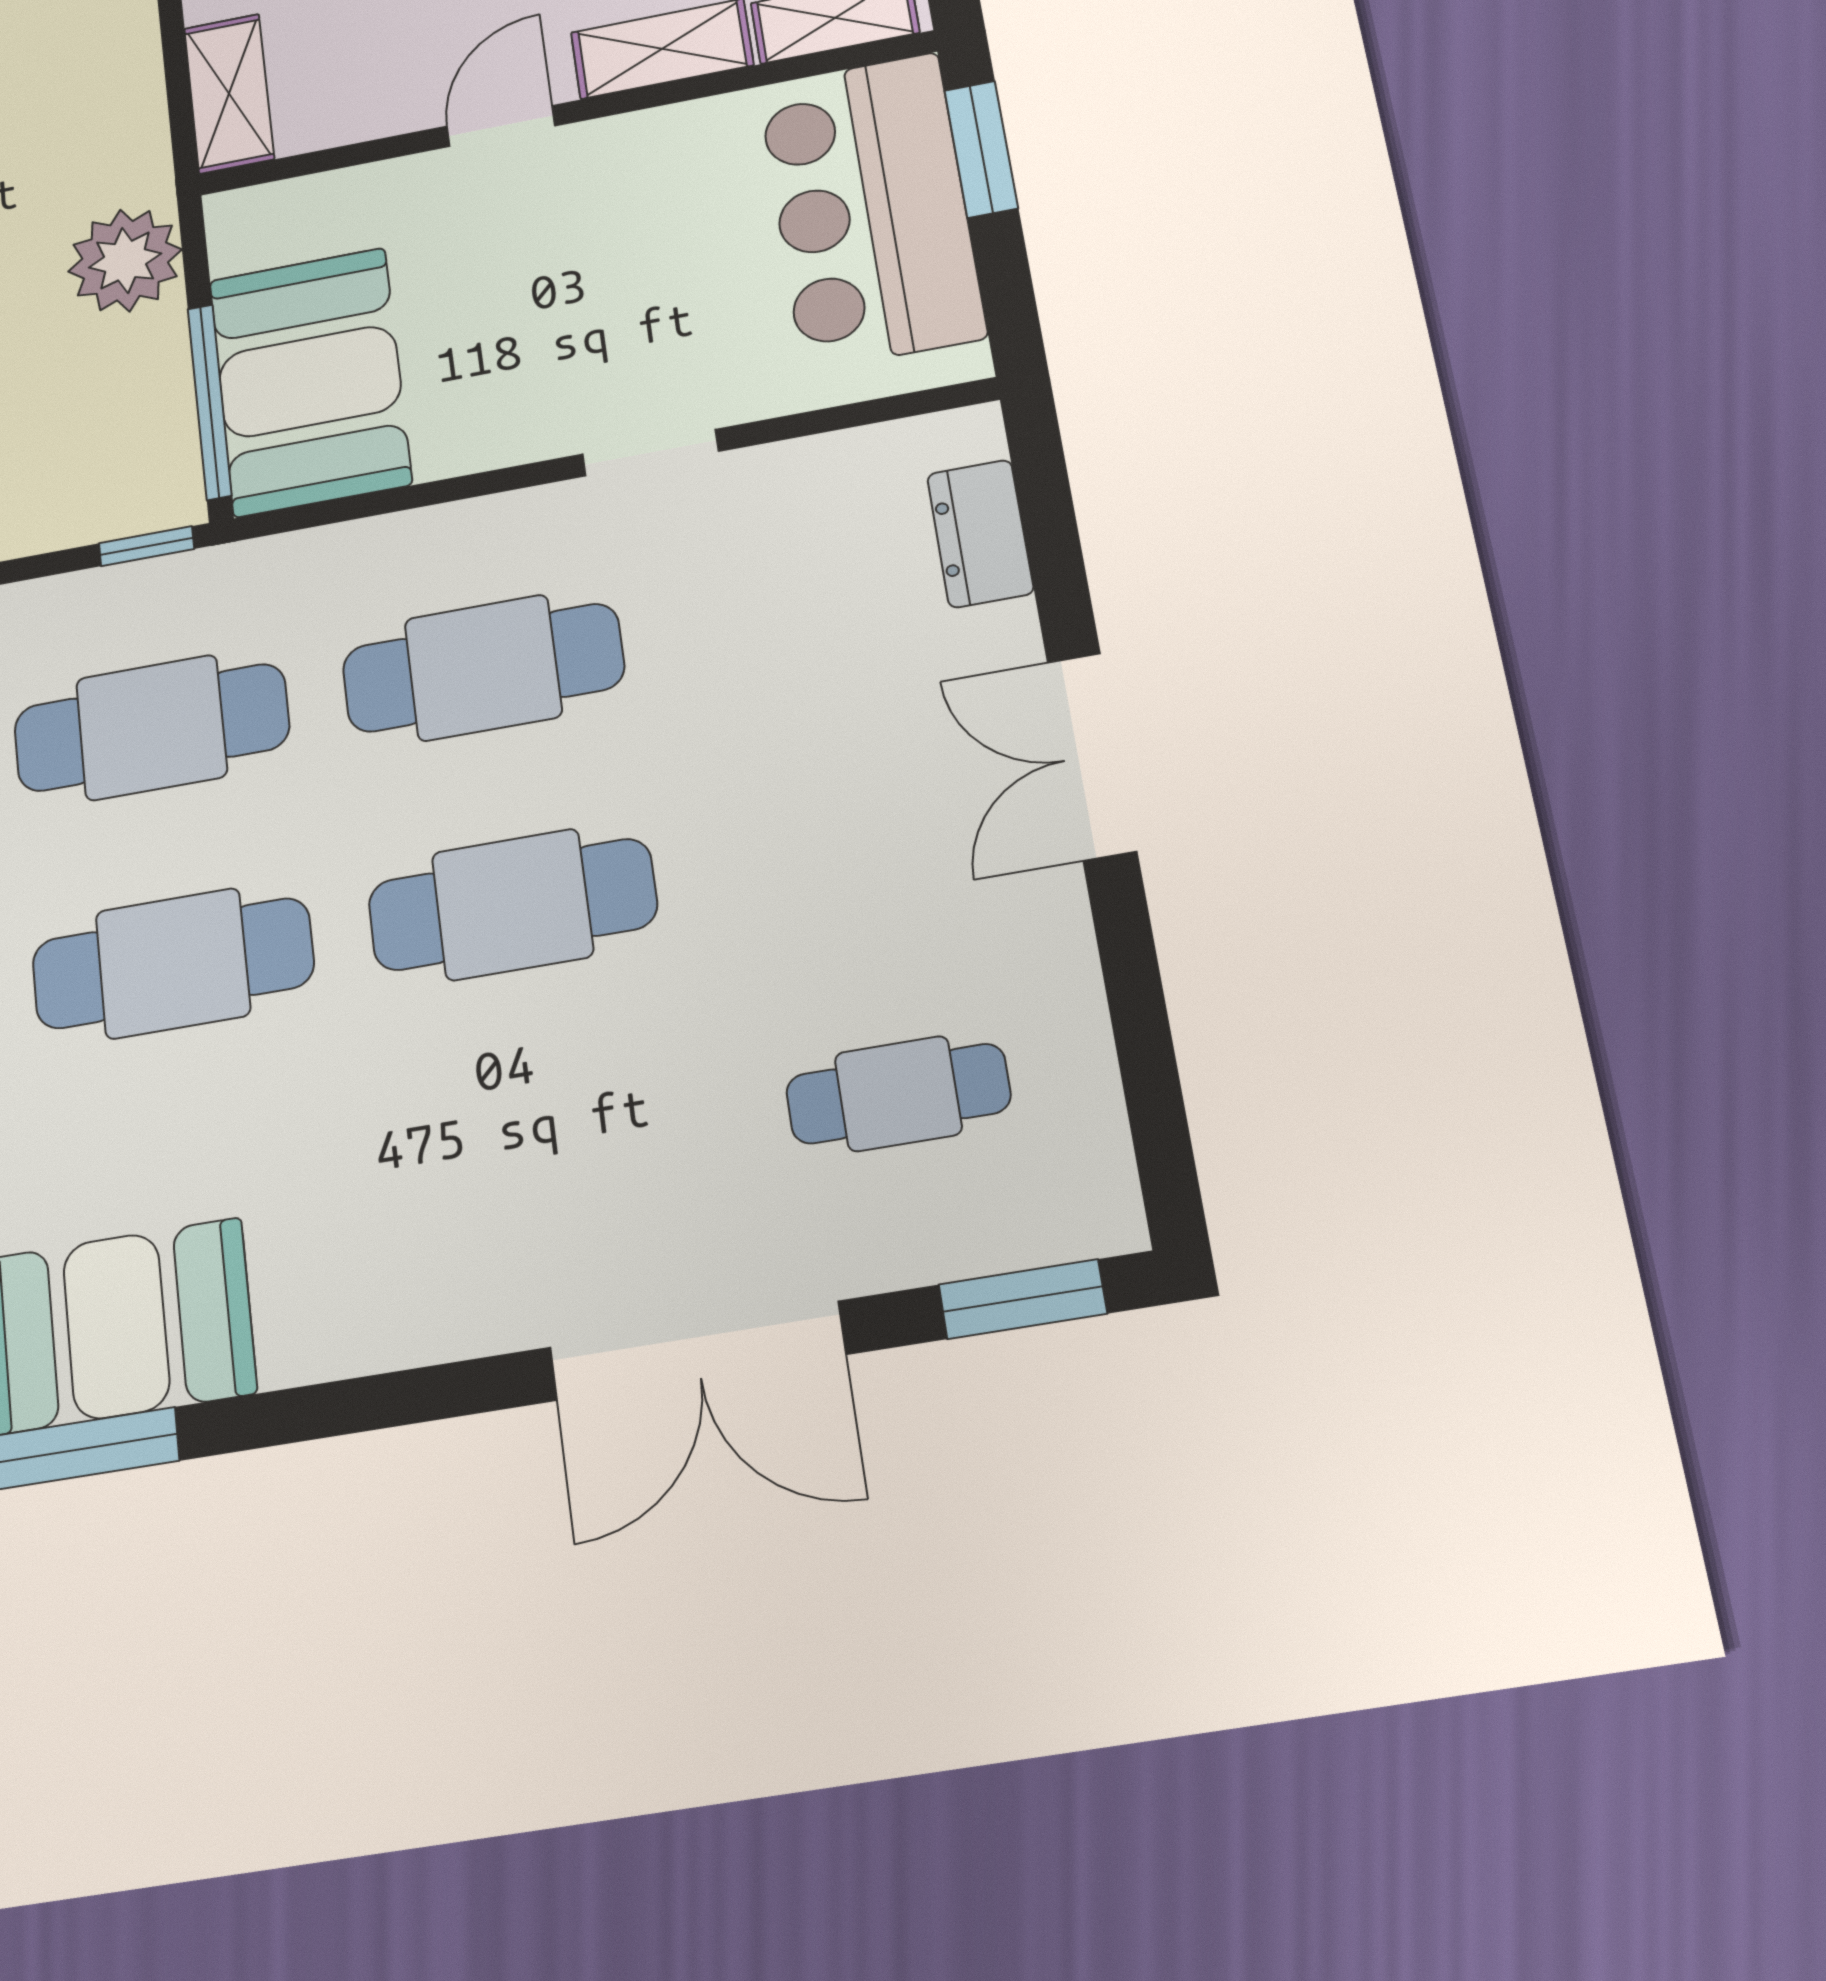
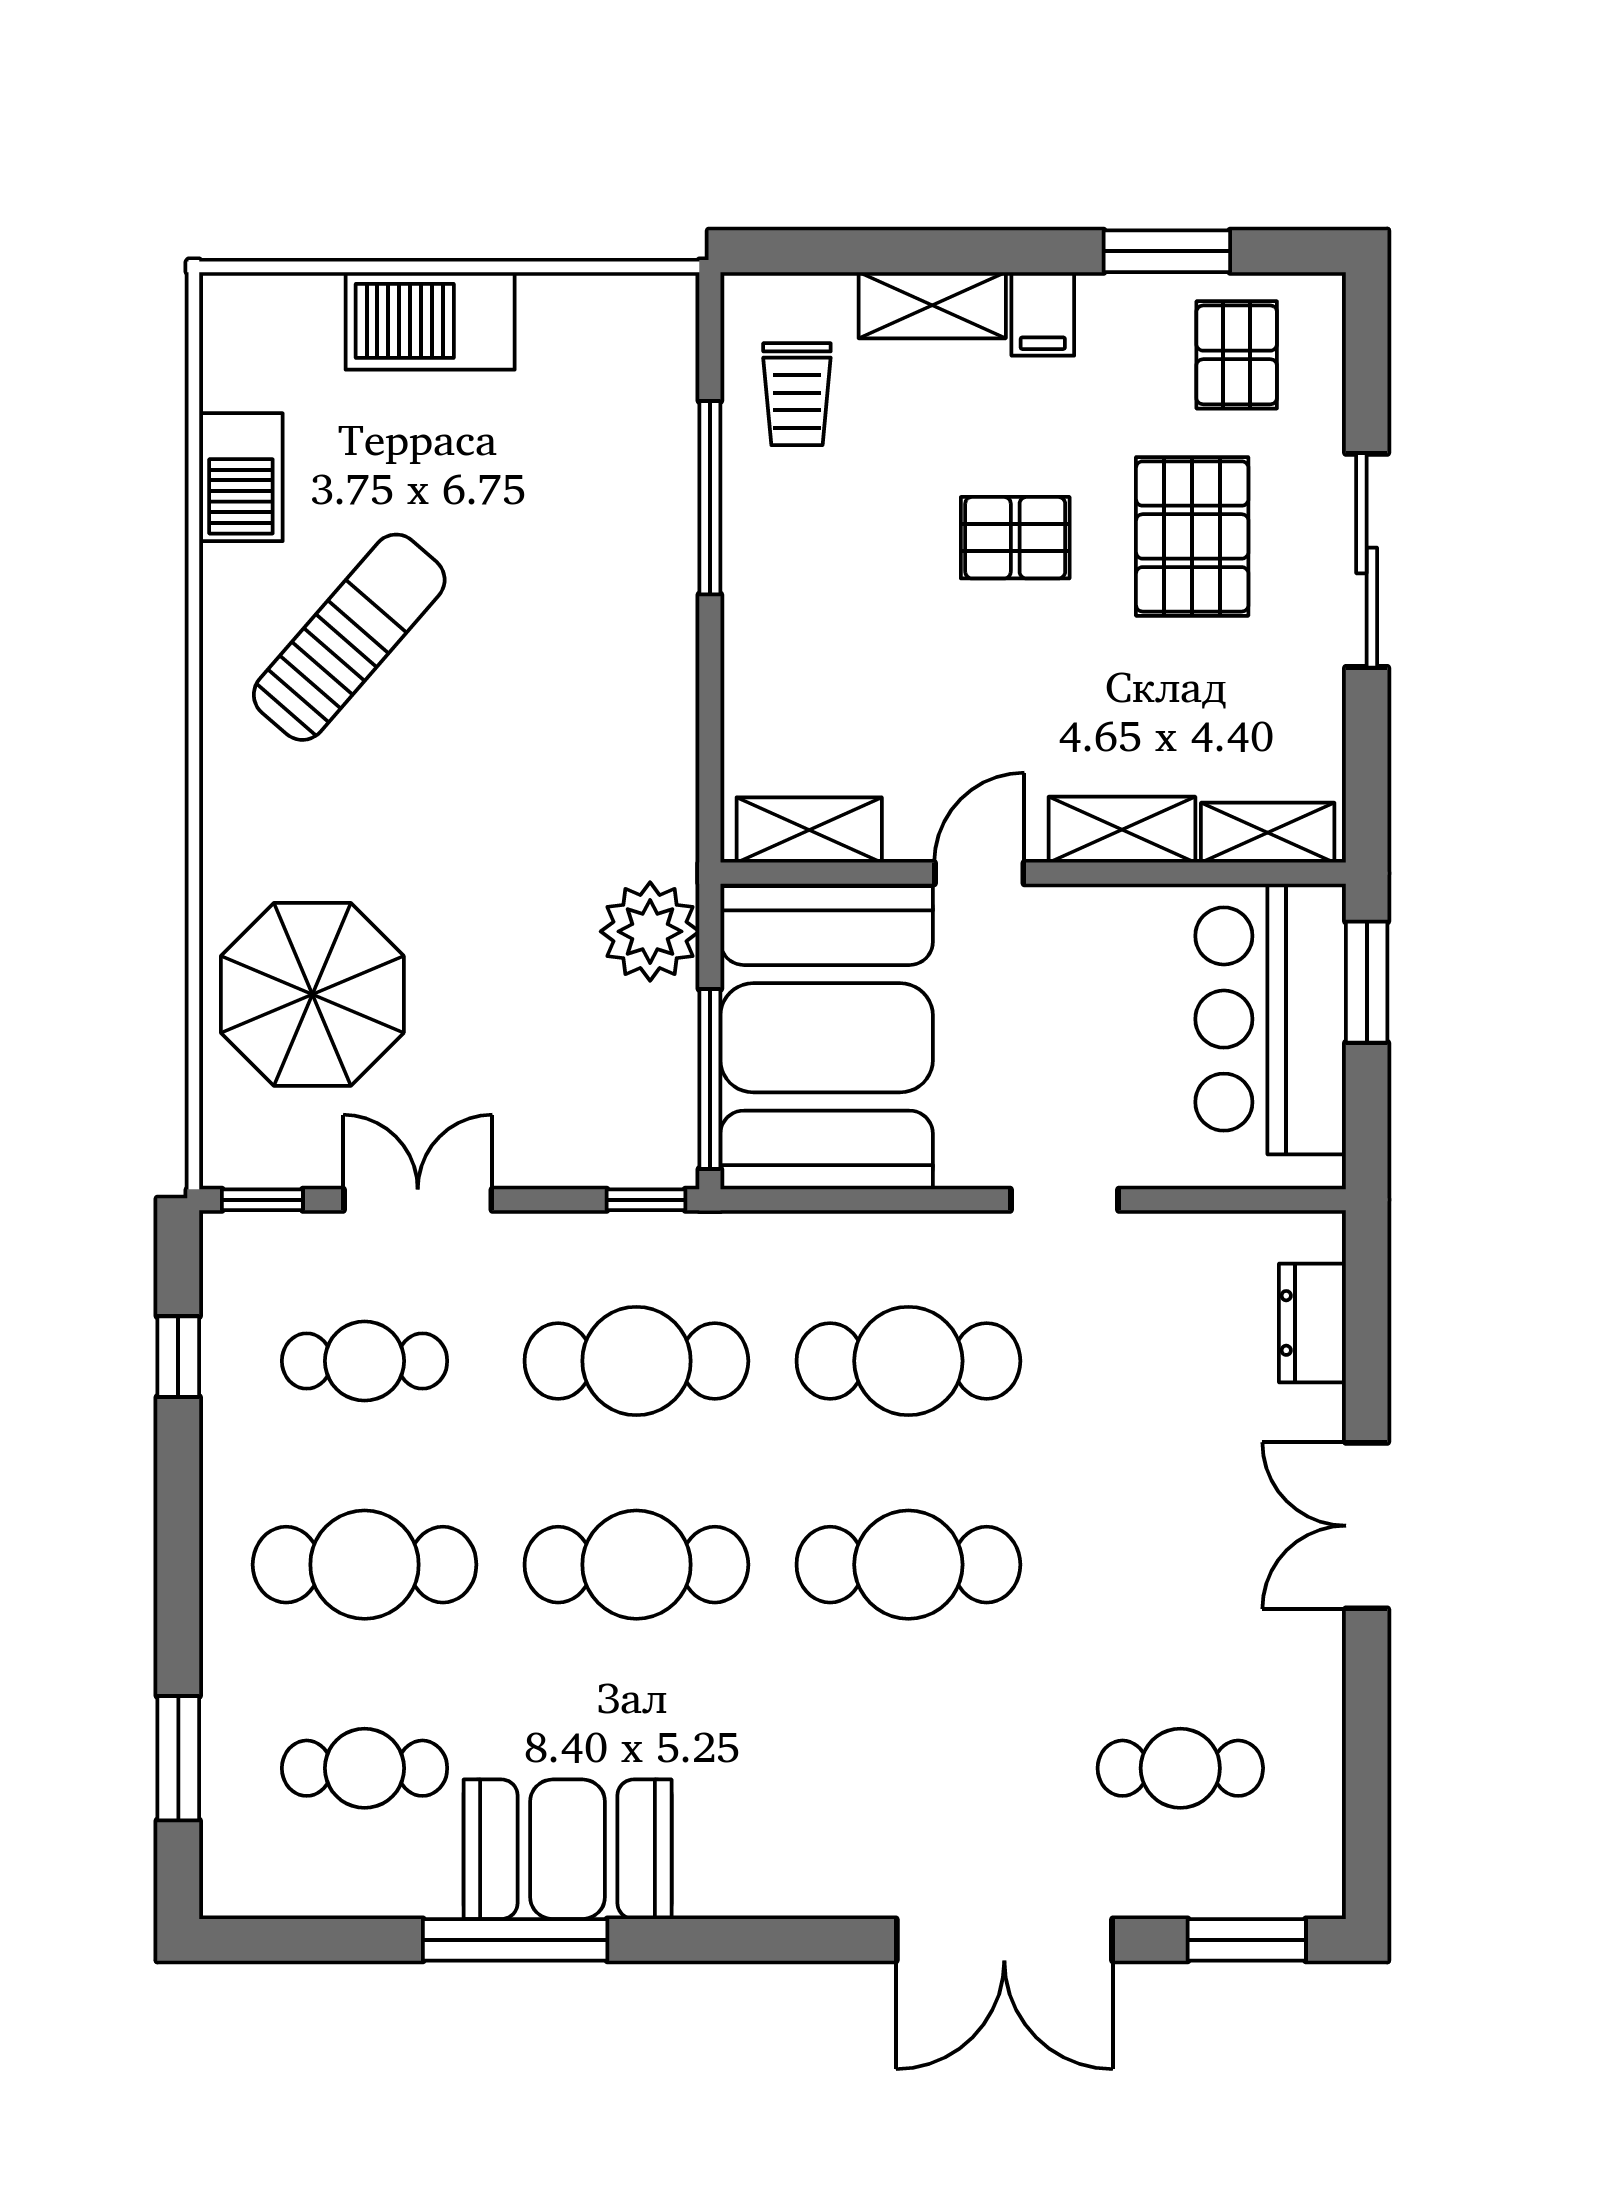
shelving: (229, 94) -> (809, 830), moved, turned 90
booth: (310, 382) -> (827, 1038), width x1.36, depth x1.42

